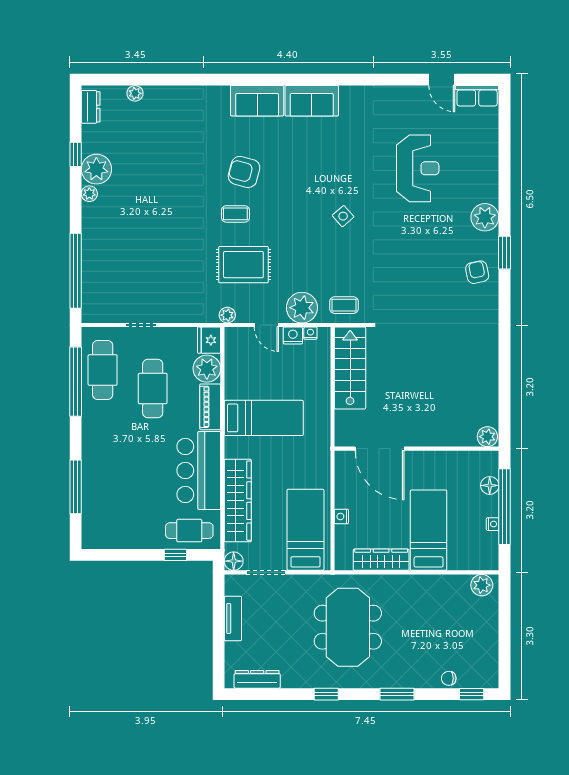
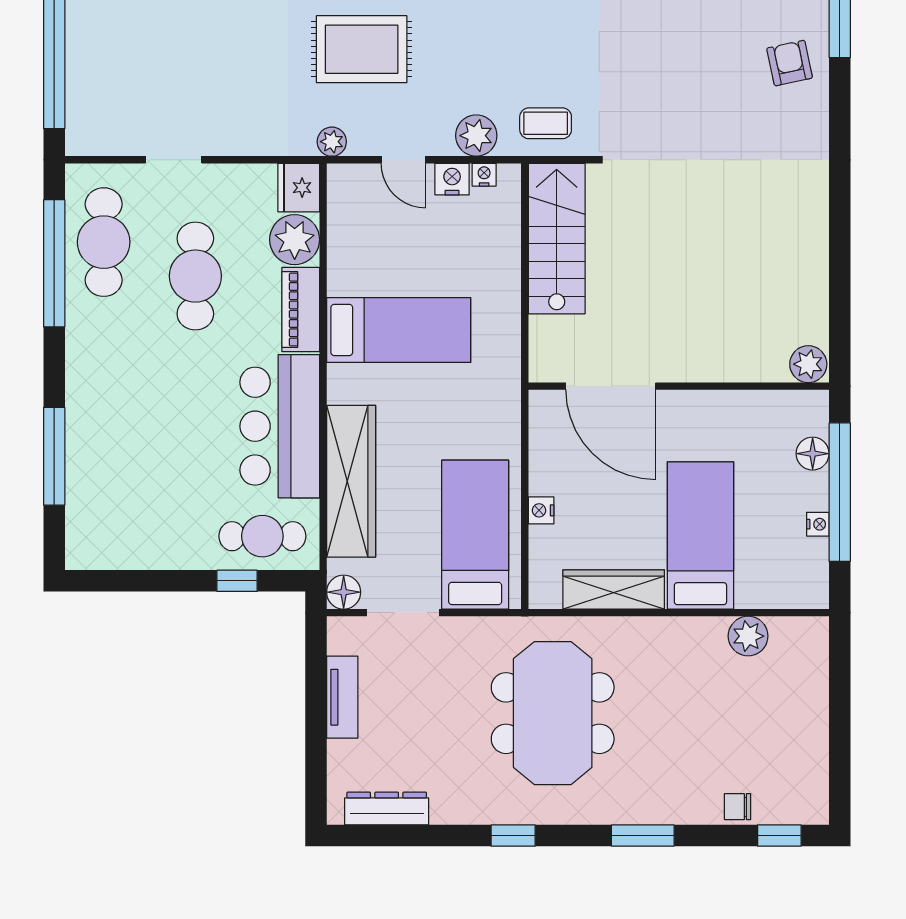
plant: (302, 308) -> (476, 136), width x0.73, depth x0.73
plant: (482, 585) -> (748, 636), moved

